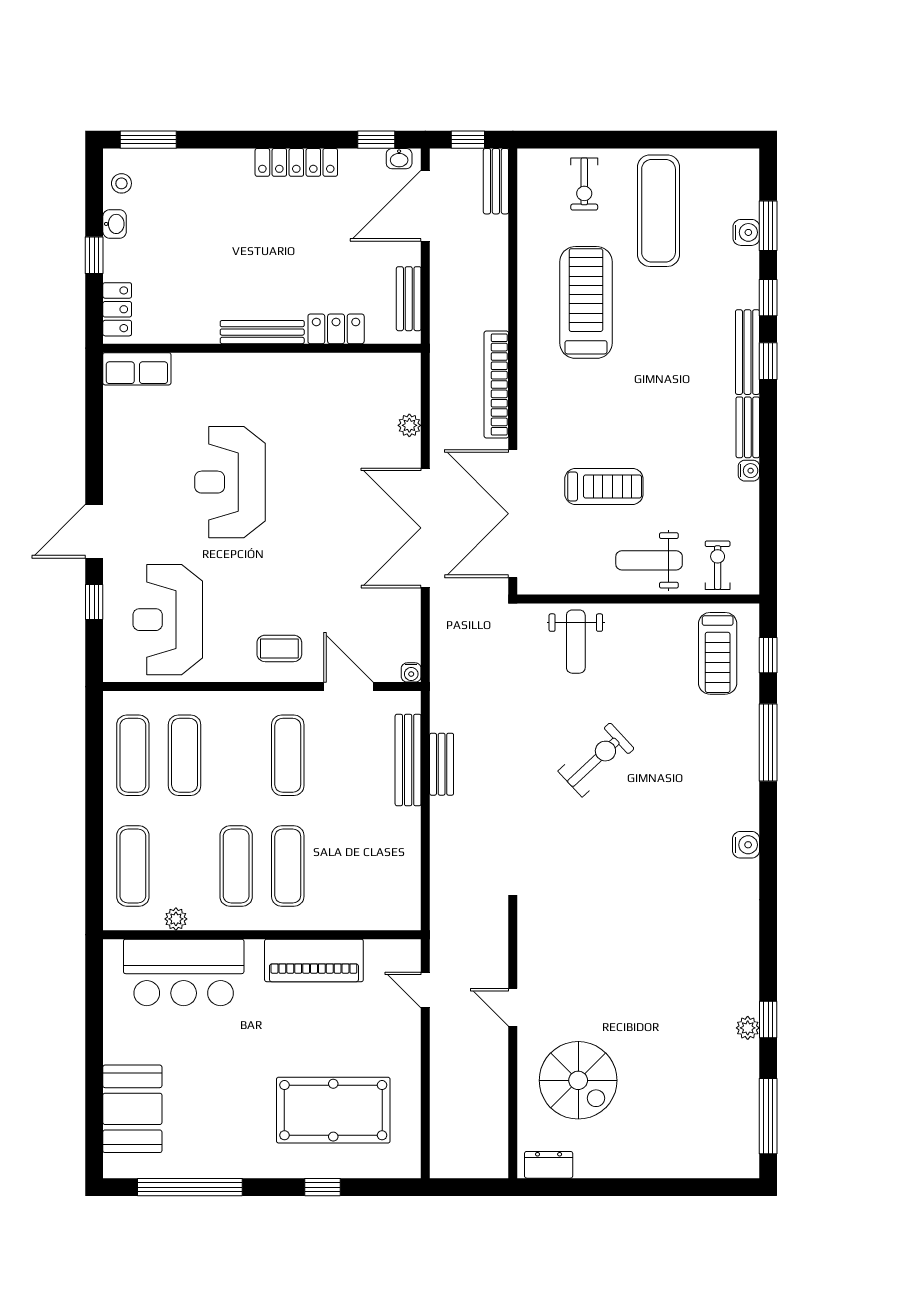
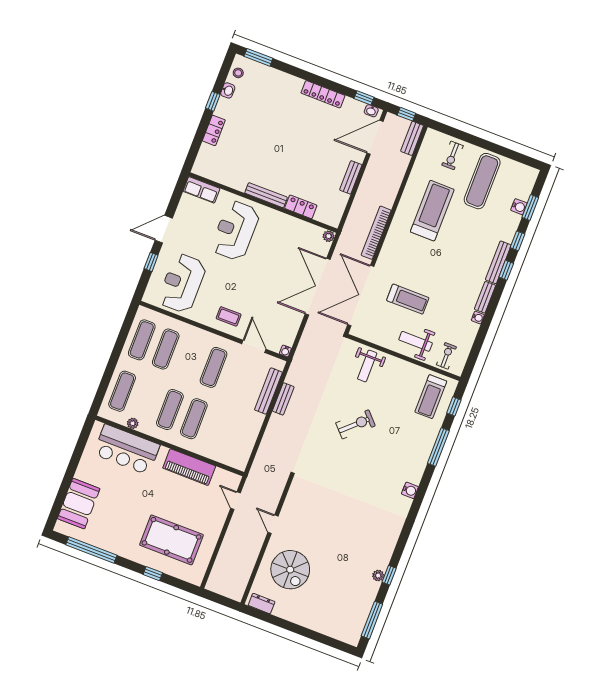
locker: (336, 329) -> (301, 207), moved
bench: (262, 332) -> (266, 195), moved
wall: (262, 348) -> (263, 203), moved
row of seats: (137, 369) -> (201, 190), moved

